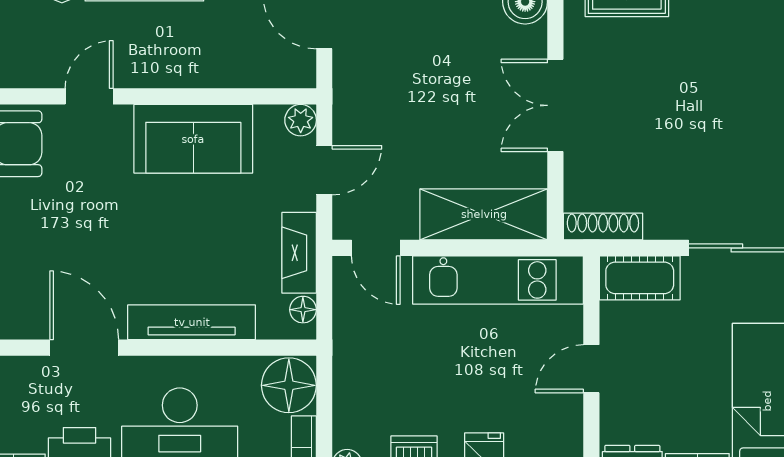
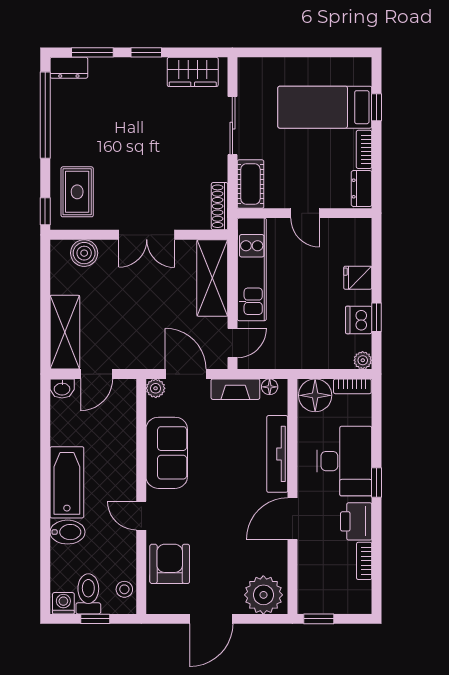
door: (324, 170) -> (186, 374), width x1.38

